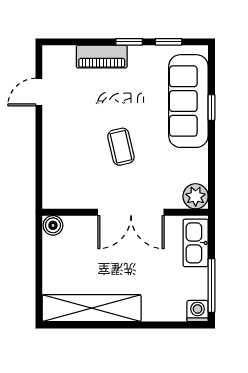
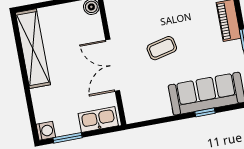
plant: (196, 196) -> (134, 113), removed
window: (211, 285) -> (68, 138), width x0.69

